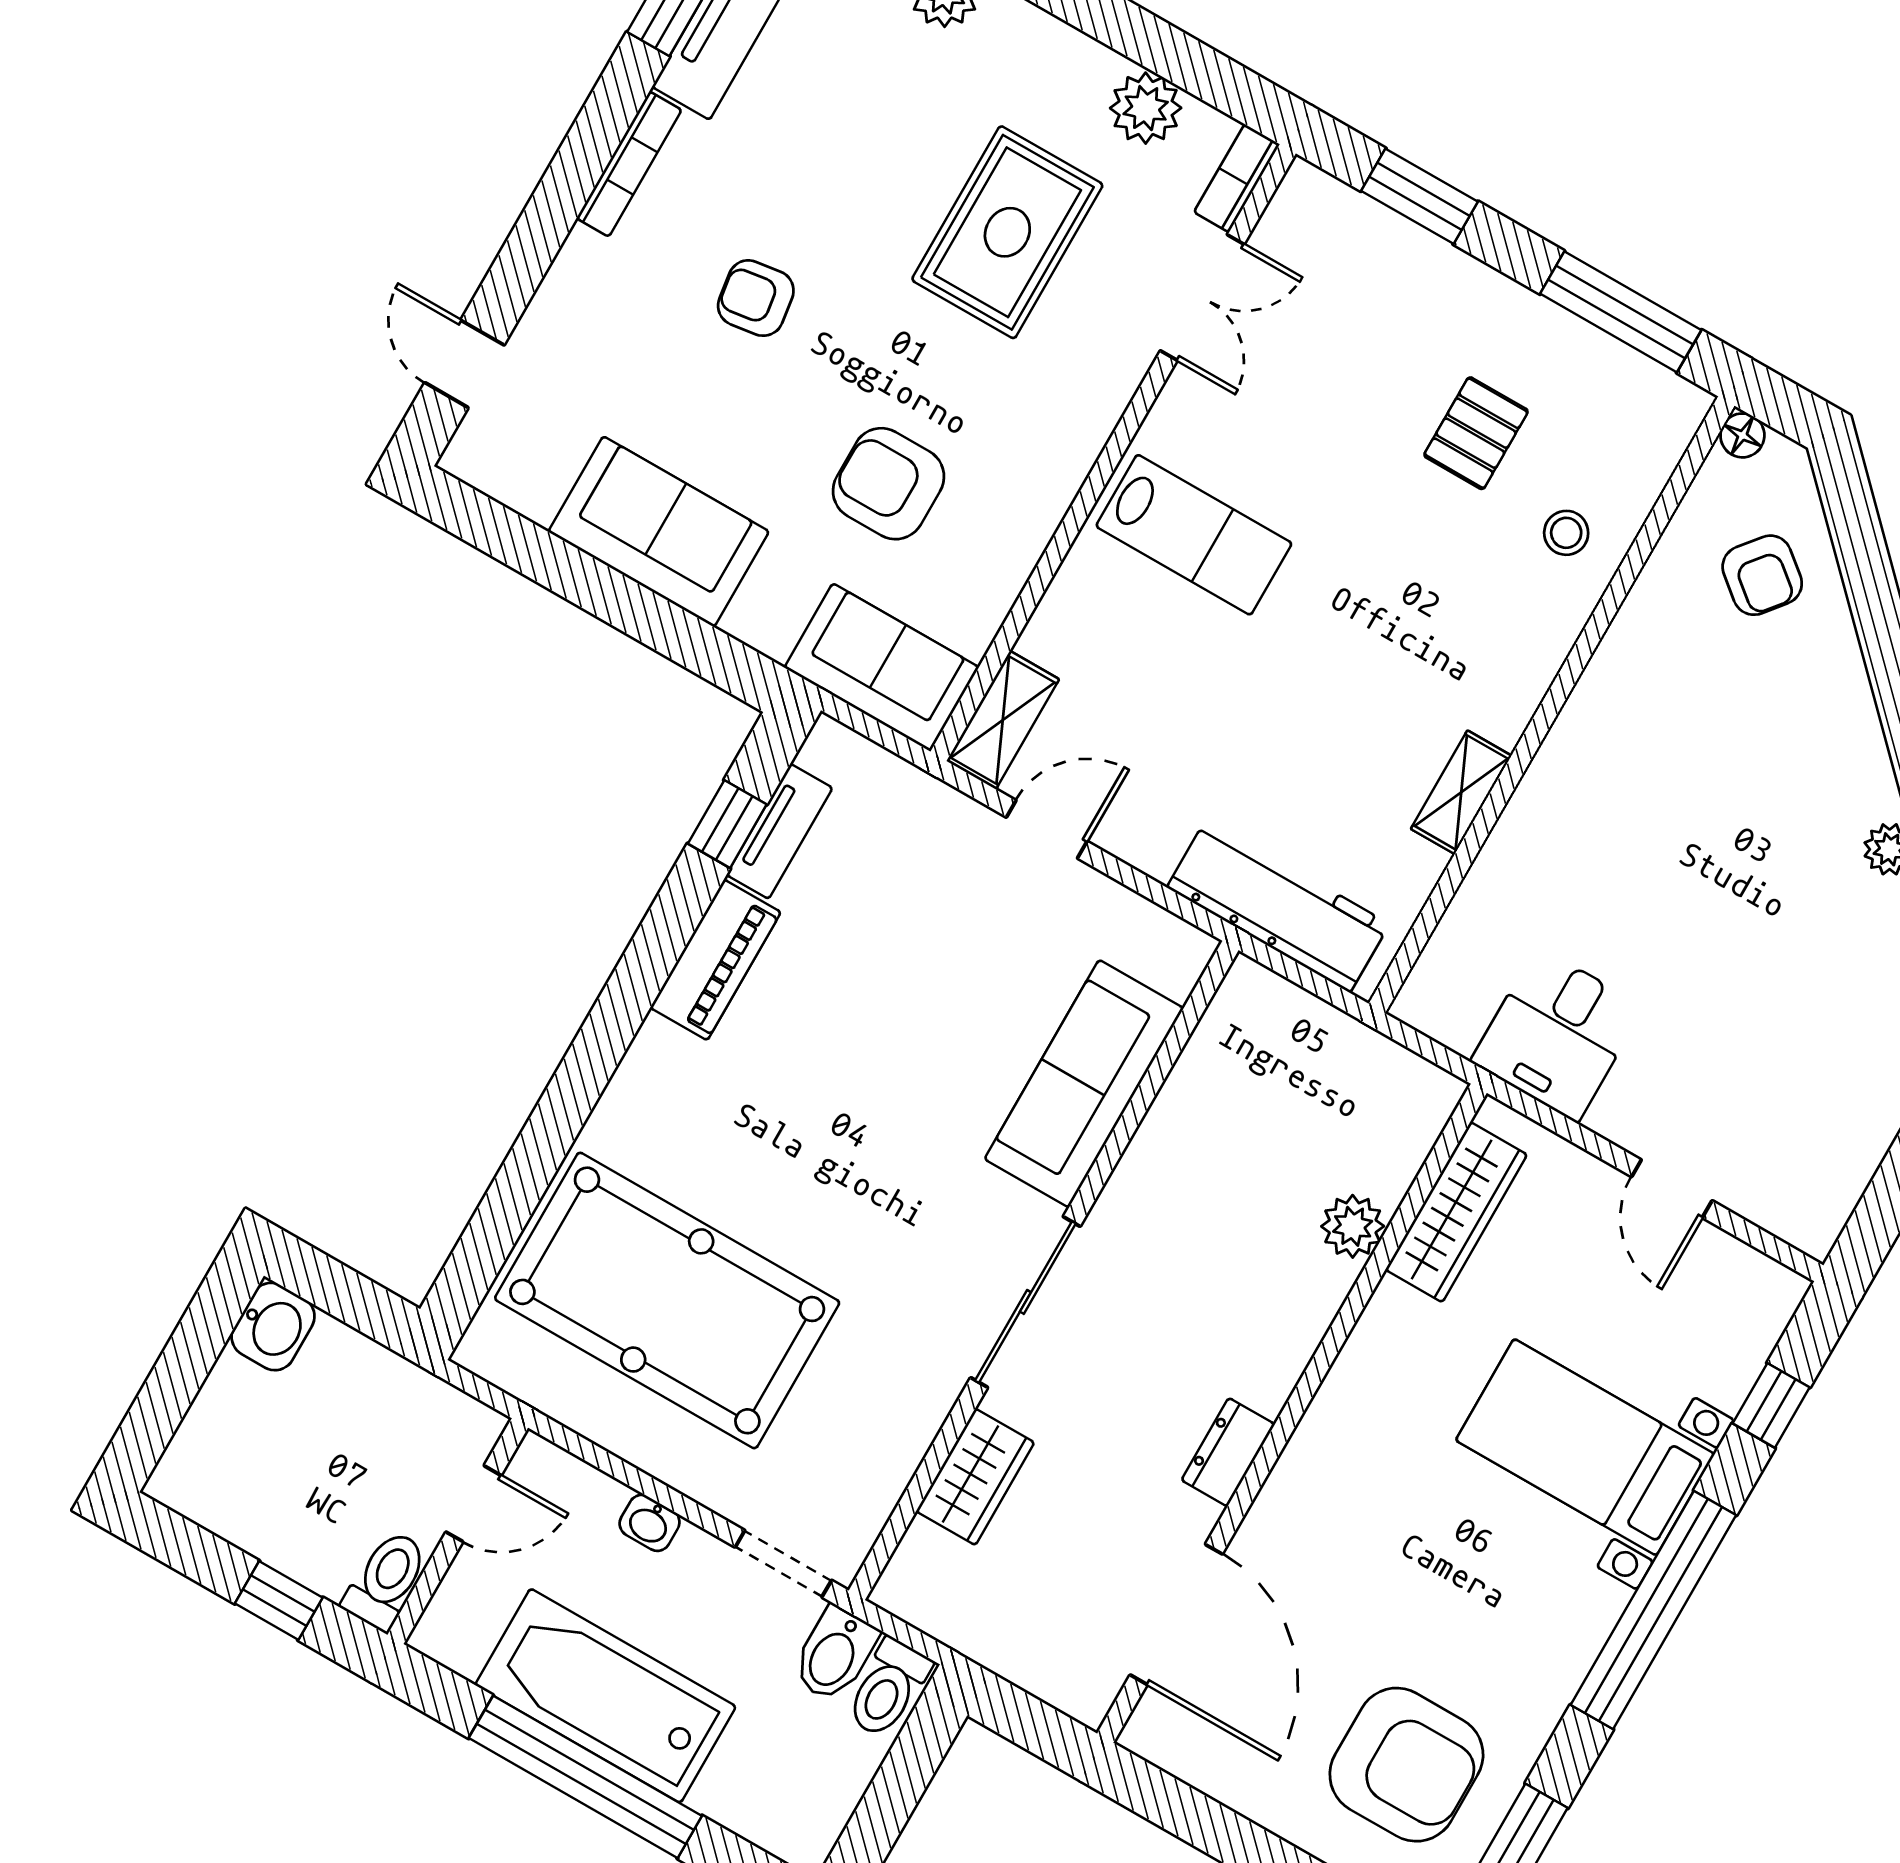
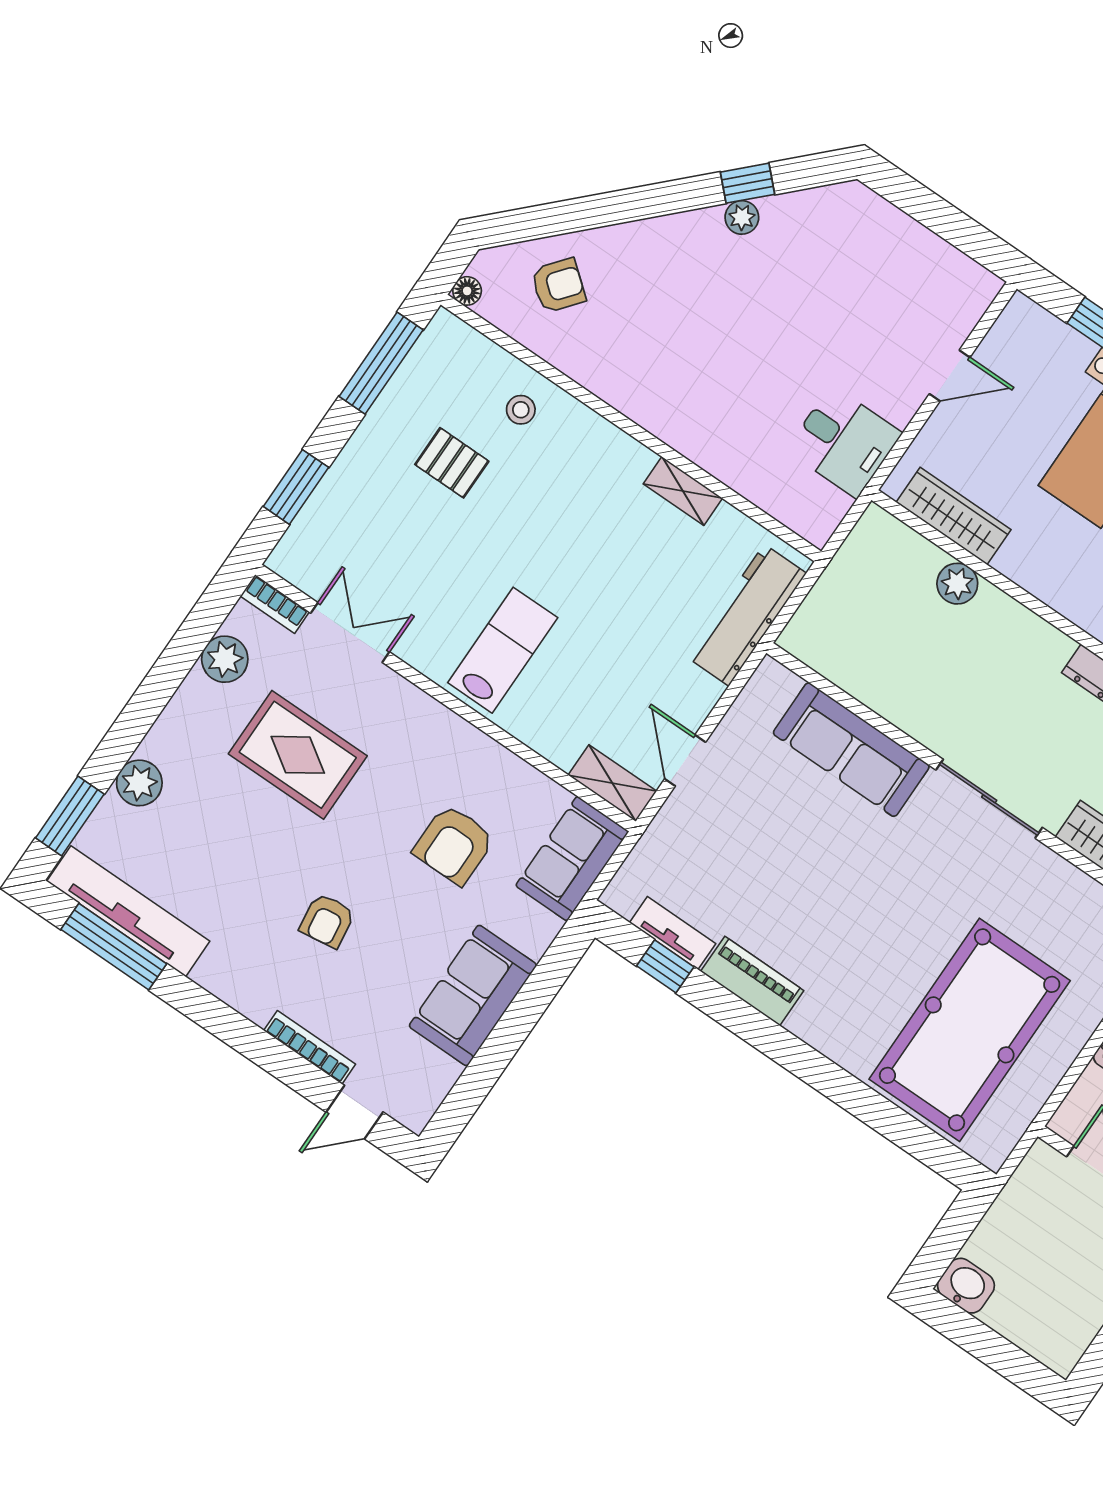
bookcase: (629, 164) -> (310, 1047), moved

